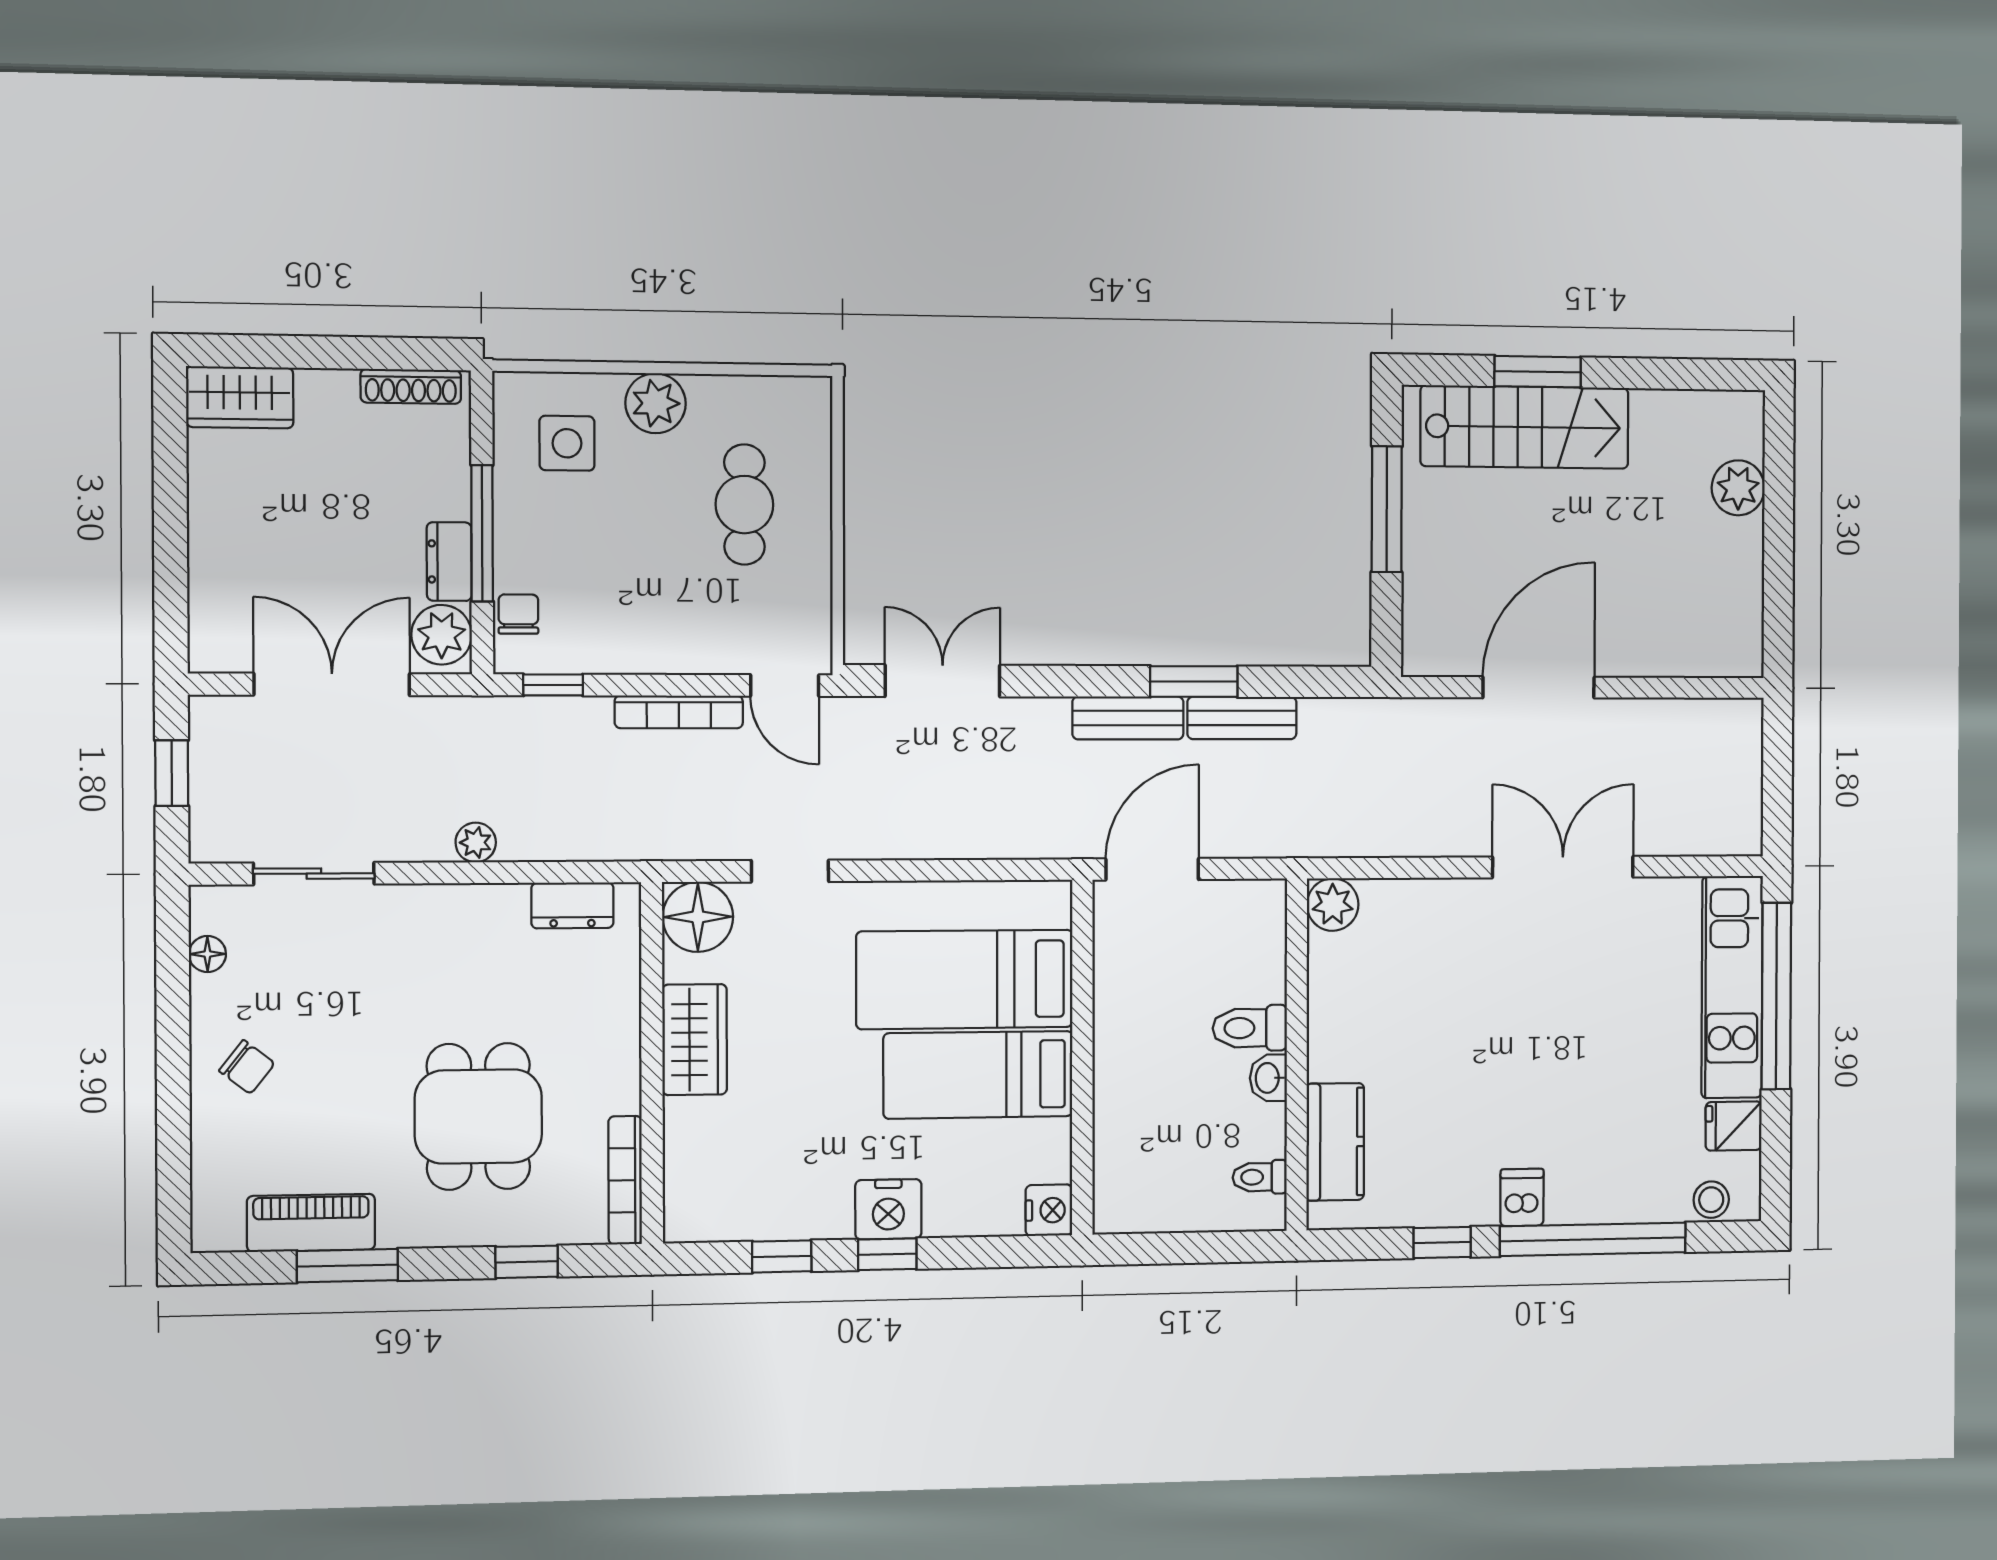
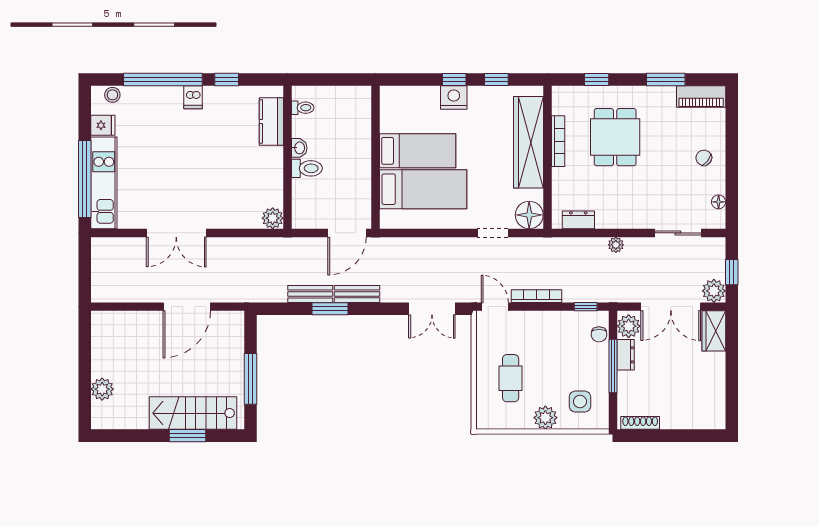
wardrobe: (240, 397) -> (714, 331), moved, turned -90
plant: (219, 725) -> (714, 291), added
wardrobe: (695, 1040) -> (528, 142), width x2.10, depth x1.17
bookcase: (625, 1180) -> (558, 141), moved
nightstand: (1049, 1210) -> (389, 96), removed
piano: (311, 1223) -> (701, 96), moved

